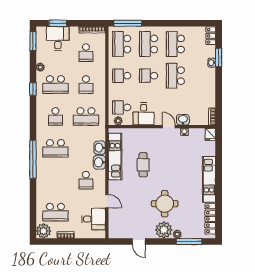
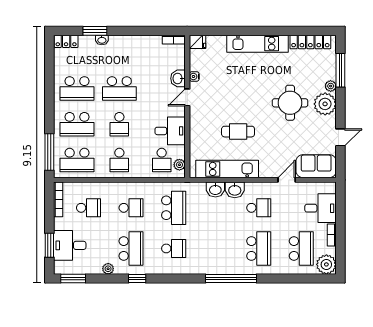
school desk: (55, 148) -> (259, 248), moved
desk: (94, 219) -> (321, 208), moved, turned 90
sofa: (117, 223) -> (316, 166), added

